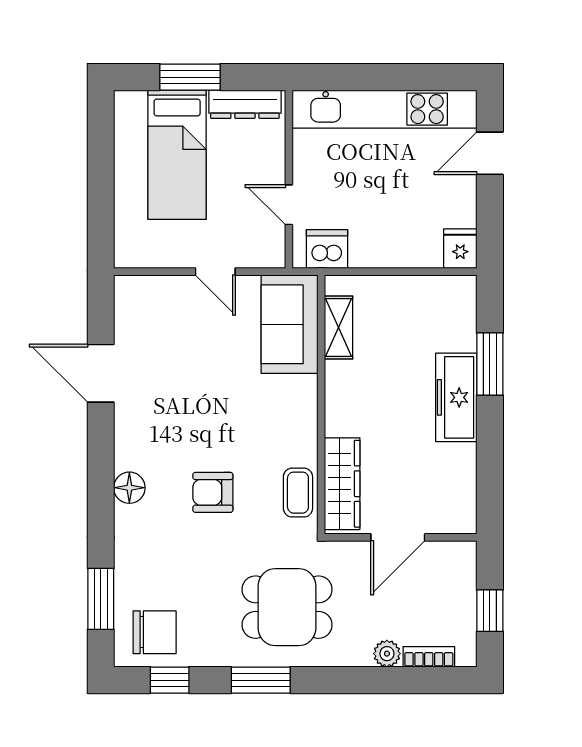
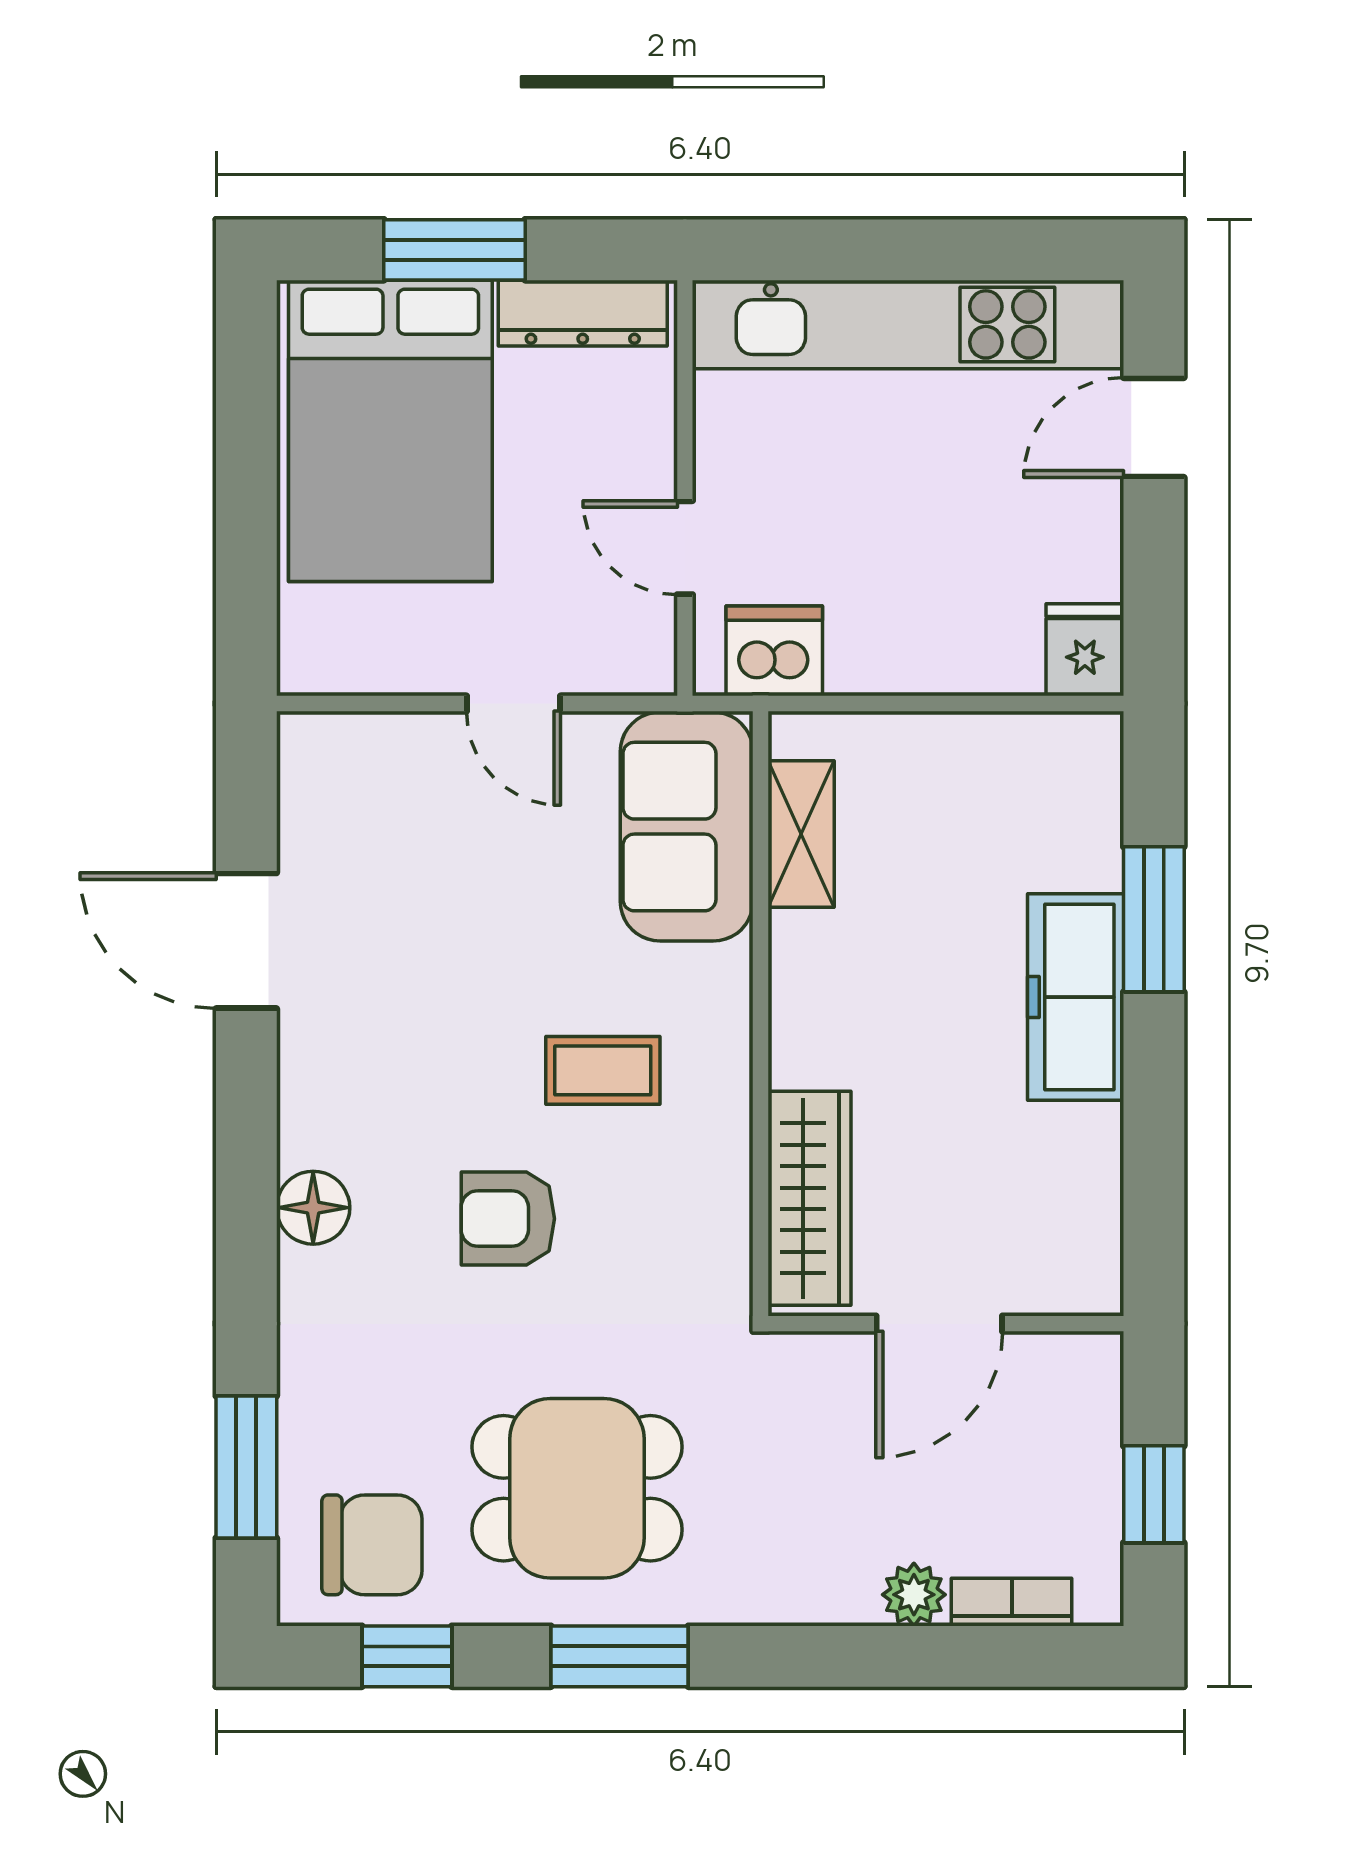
bed: (177, 155) -> (390, 431), width x1.50
coffee table: (298, 493) -> (603, 1070), moved, turned 90
dining table: (287, 607) -> (577, 1488), moved

